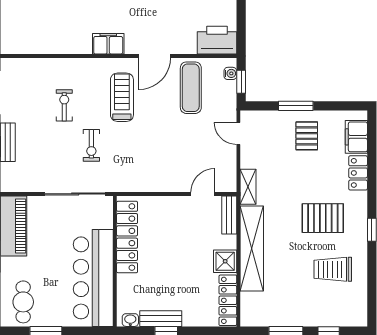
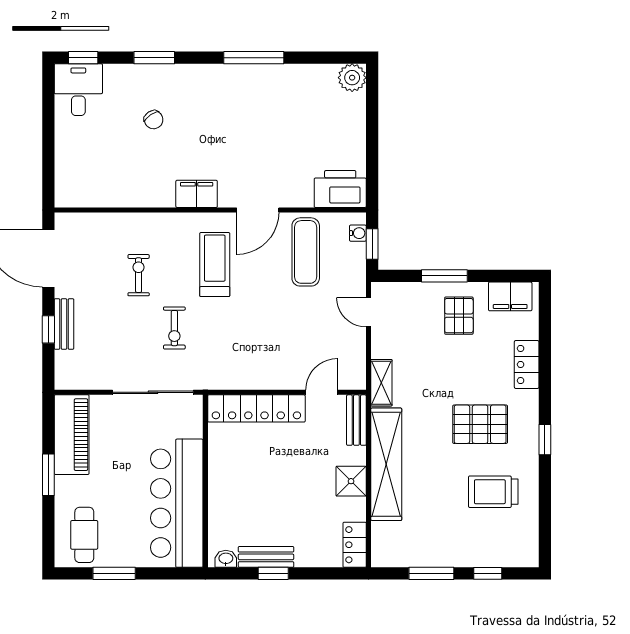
filing cabinet: (356, 137) -> (510, 296), moved, turned -90
locker: (127, 237) -> (256, 408), moved, turned 90
locker: (228, 300) -> (355, 545), width x0.66

